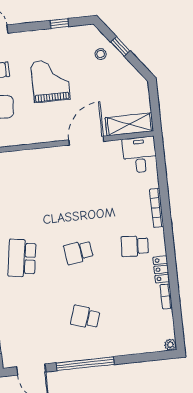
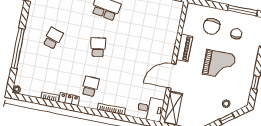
piano: (43, 135) -> (184, 48), added
door: (86, 141) -> (171, 76), swing flipped
window: (85, 364) -> (18, 48), moved

